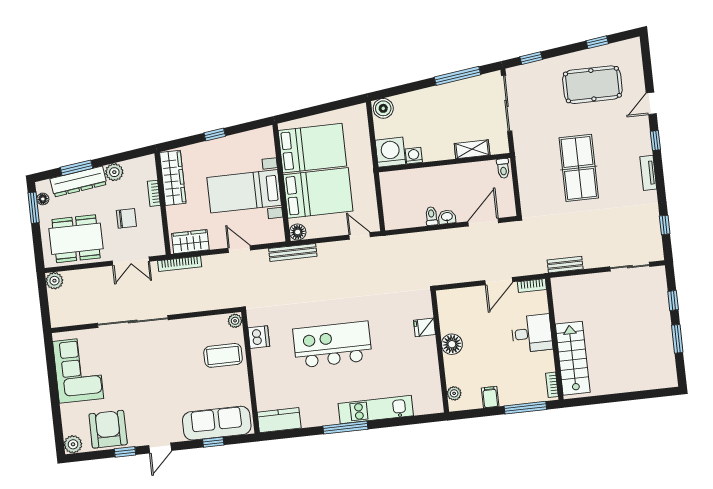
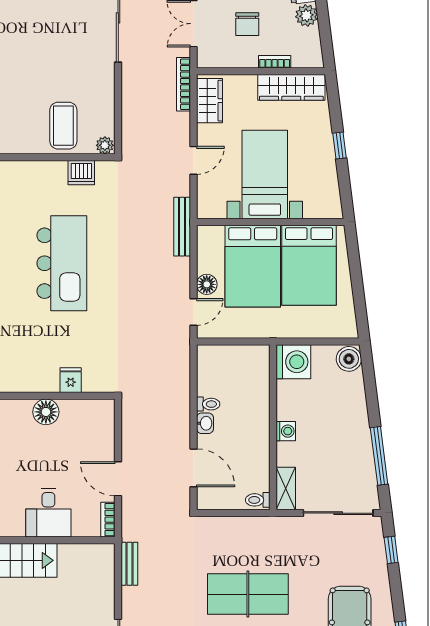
shelving: (472, 149) -> (286, 489), moved
washing machine: (414, 156) -> (286, 431), moved
floor lamp: (298, 232) -> (207, 284), moved

